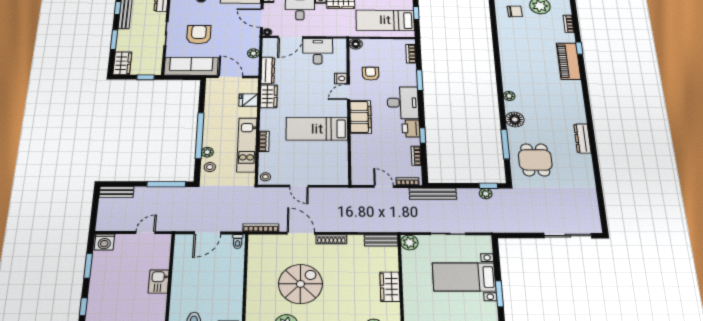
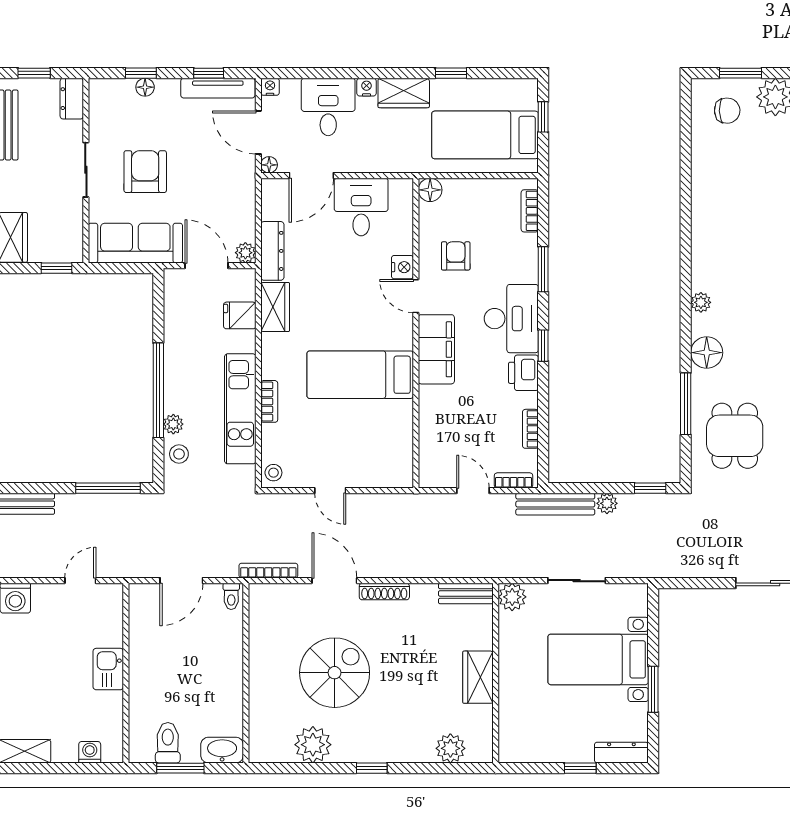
plant: (253, 53) -> (245, 253), moved
door: (348, 92) -> (416, 296), hinge flipped
window: (423, 135) -> (543, 346), moved
plant: (486, 194) -> (607, 503), moved

